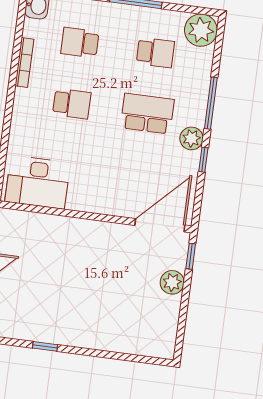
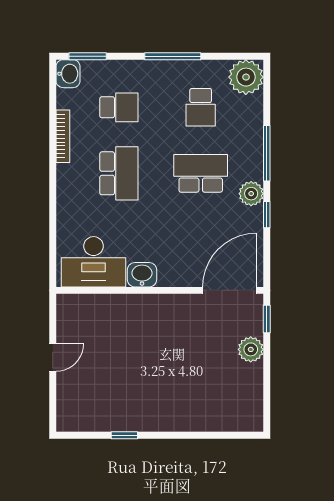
school desk: (80, 43) -> (119, 107), turned 180
school desk: (155, 53) -> (201, 107), turned 90
school desk: (72, 104) -> (119, 173), width x1.85
washbasin: (81, 200) -> (142, 275), added

